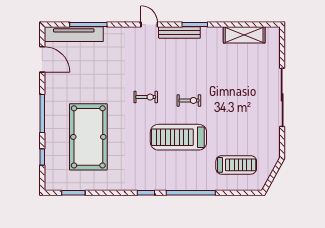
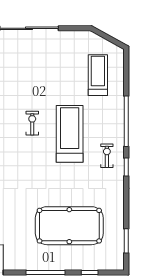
exercise bike: (146, 97) -> (107, 156), moved
treadmill: (178, 137) -> (70, 134), turned 180

